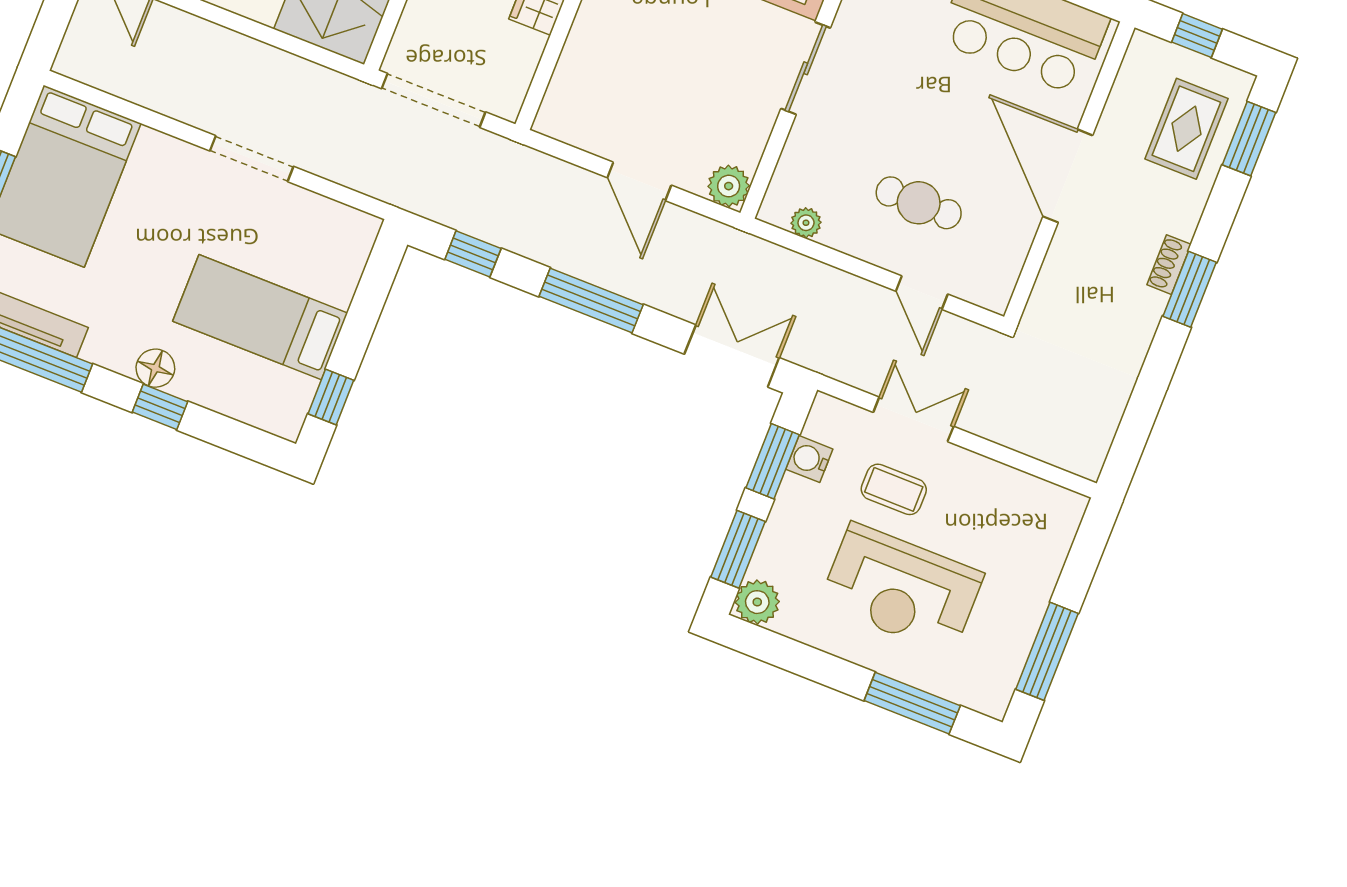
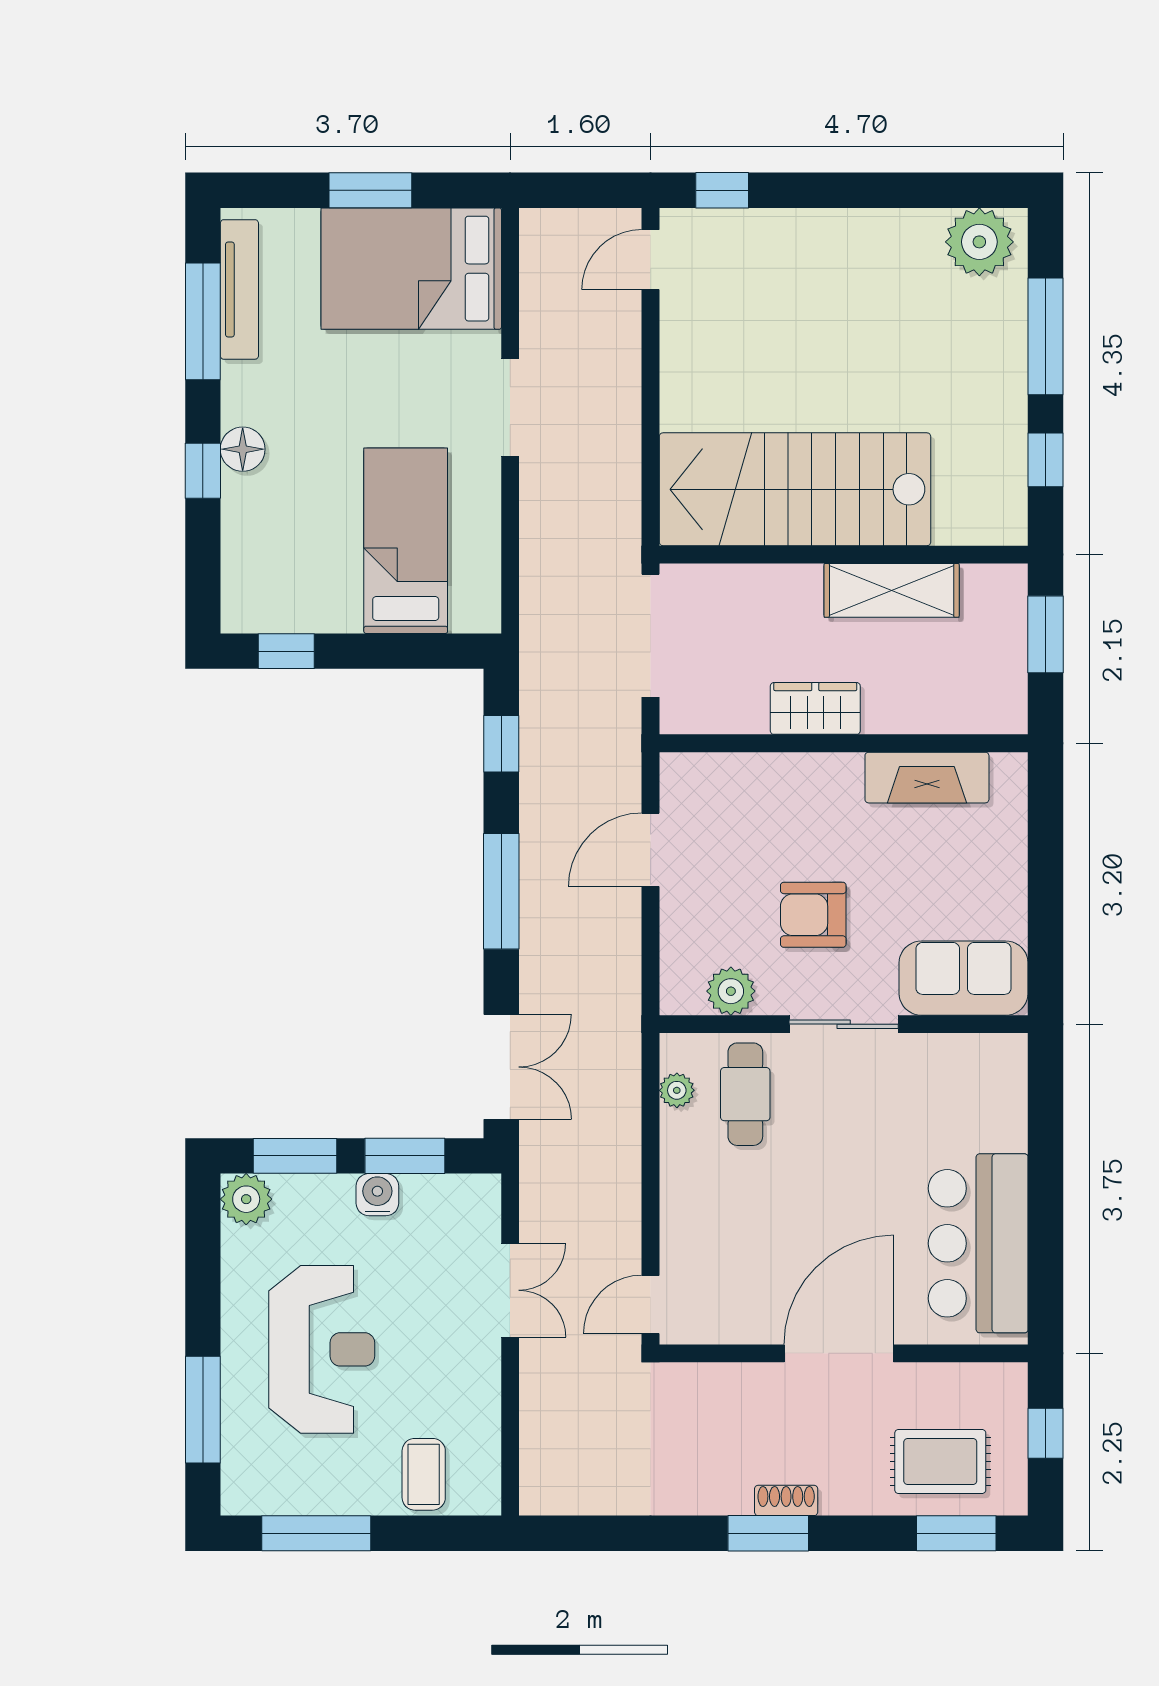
armchair: (708, 58) -> (813, 915), added
doorway: (252, 159) -> (510, 407), moved
door: (639, 181) -> (651, 850), moved
plant: (729, 186) -> (731, 991), moved
cafe table: (919, 203) -> (745, 1094), moved
door: (922, 293) -> (651, 1304), moved
bed: (260, 317) -> (406, 541), moved
water cooler: (809, 459) -> (377, 1195), moved
coffee table: (894, 489) -> (424, 1474), moved
reception desk: (901, 589) -> (322, 1349), turned 180

